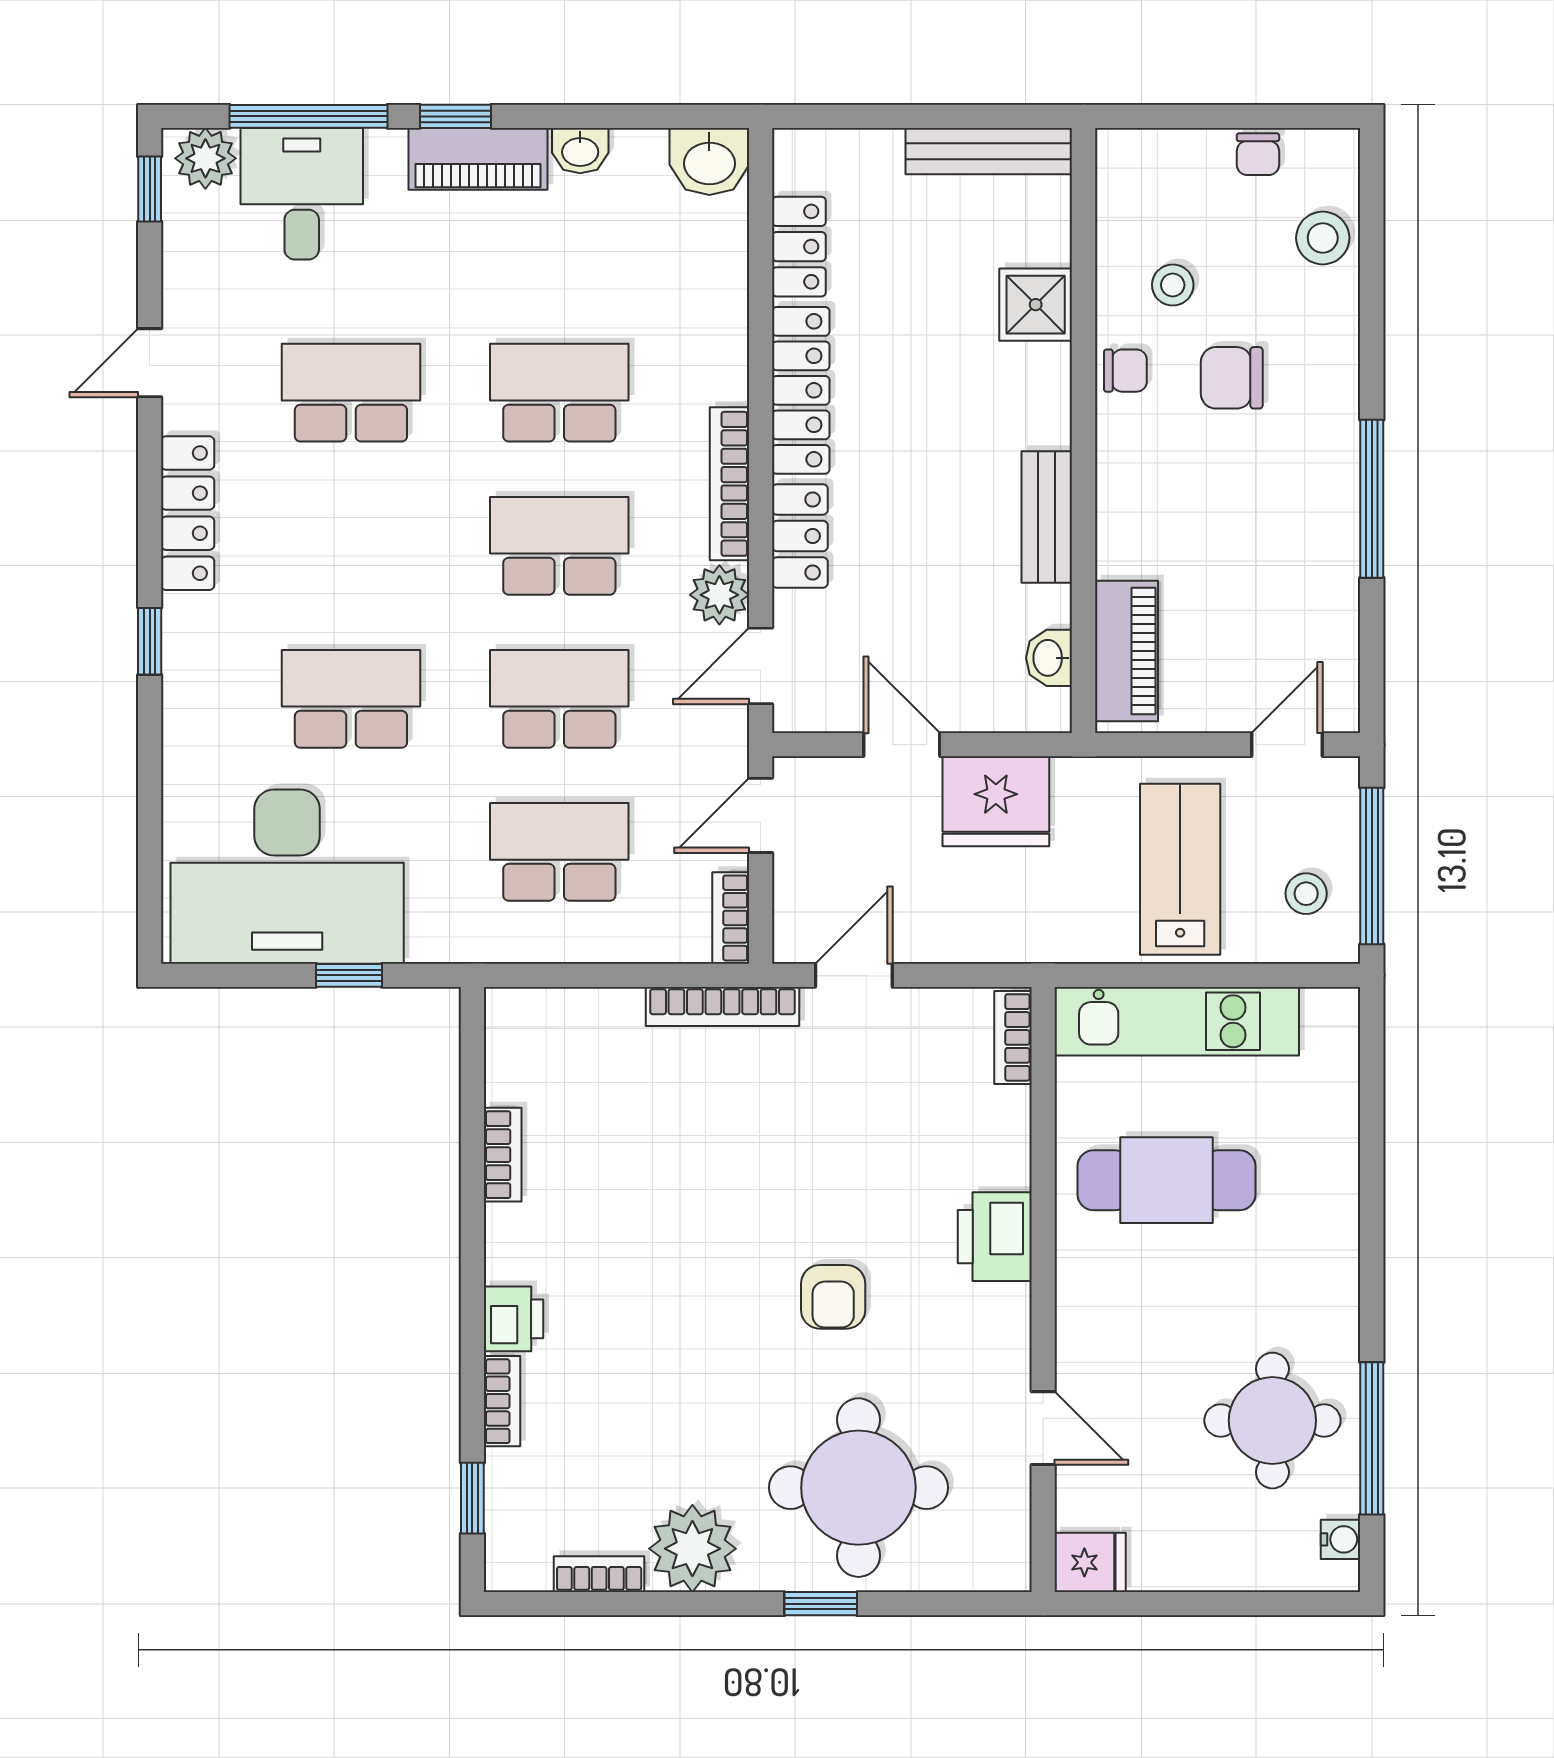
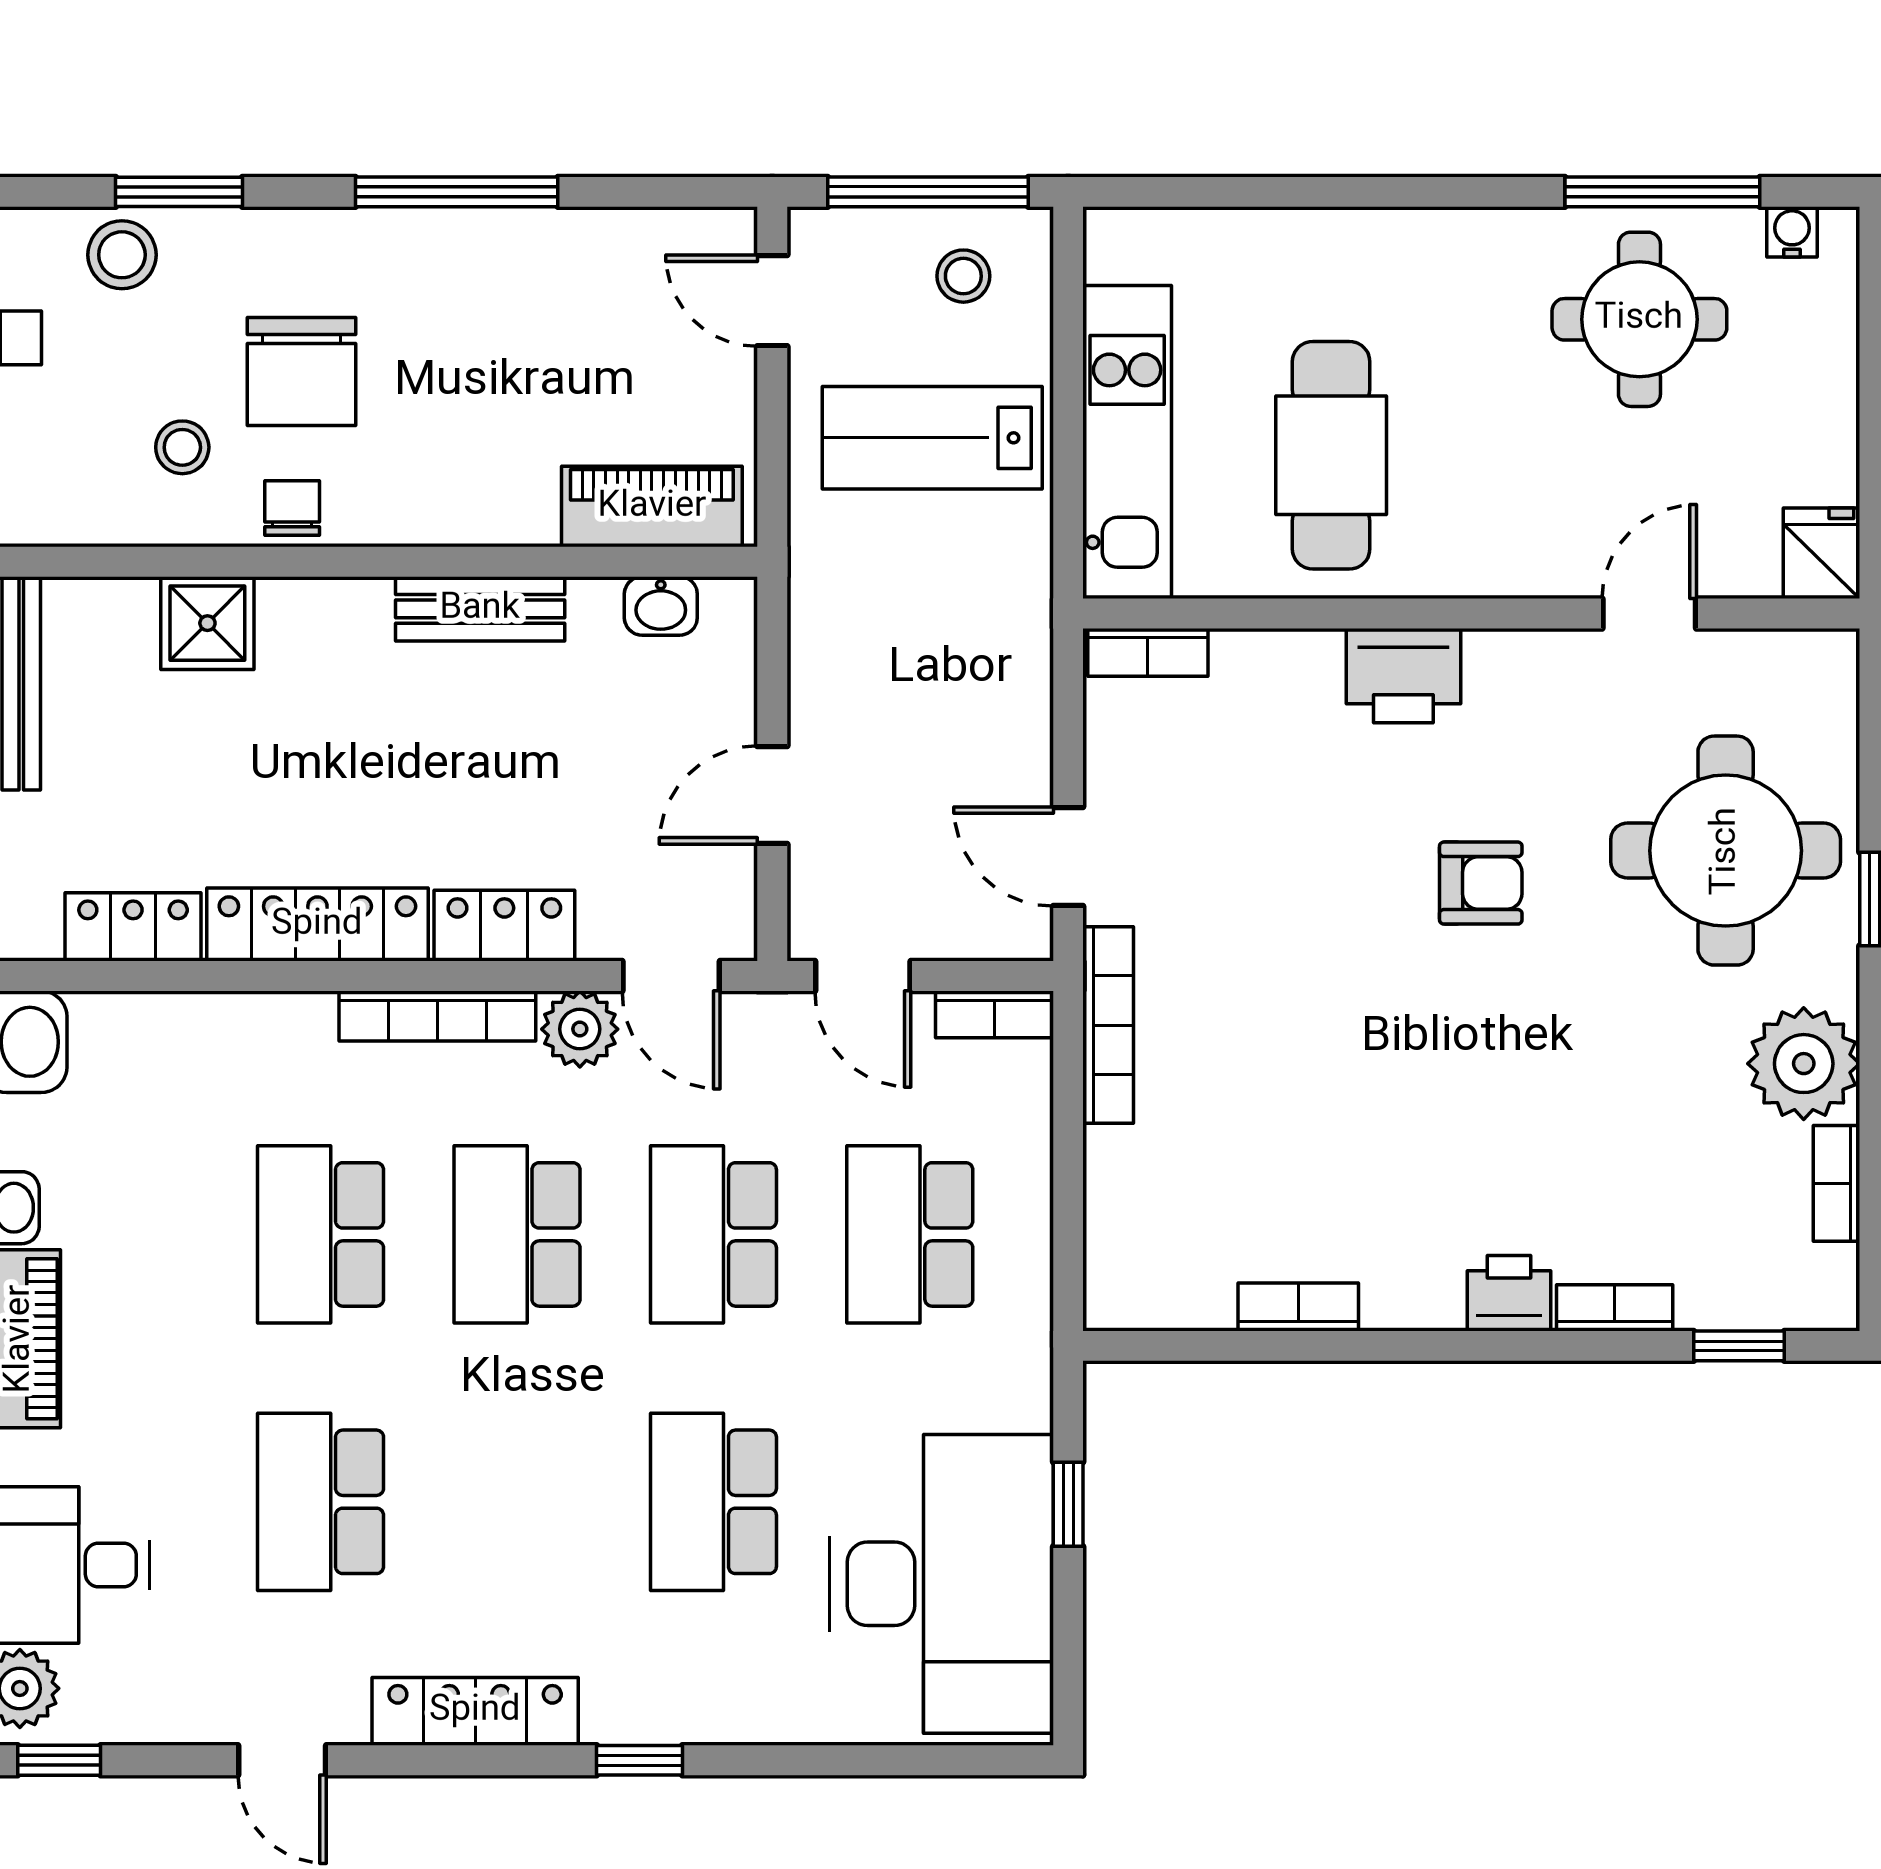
window: (1372, 282) -> (179, 192), added
chair: (1232, 378) -> (301, 371), width x1.37, depth x1.37
fridge: (996, 801) -> (845, 674), removed

